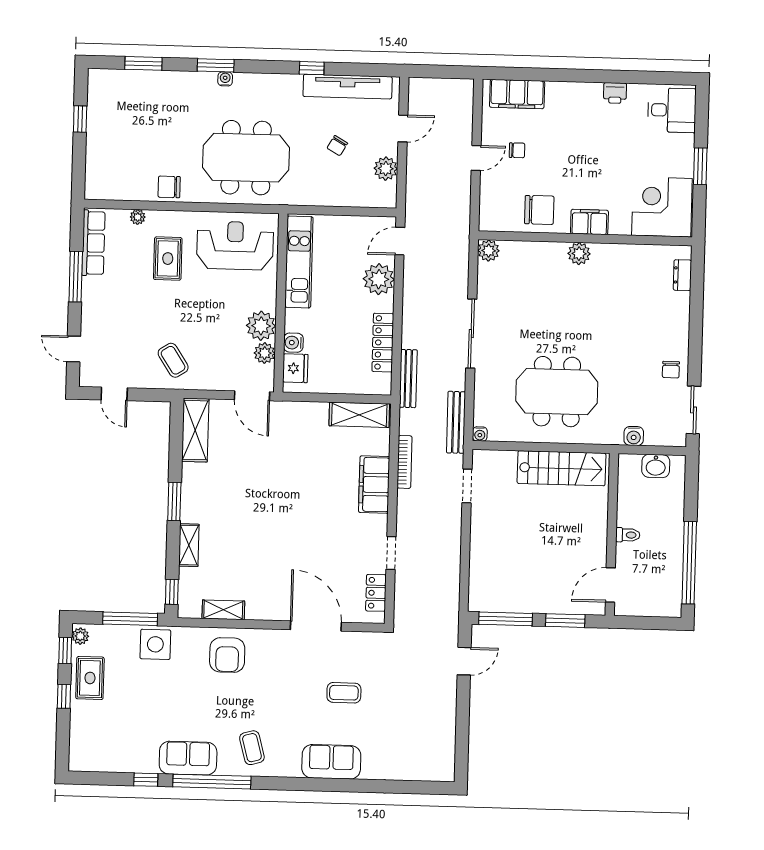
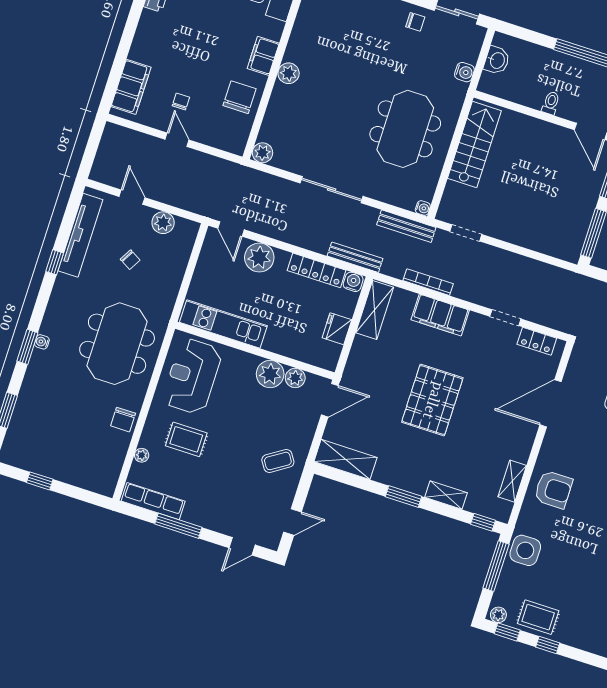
water cooler: (293, 343) -> (353, 282), moved, turned 180
fridge: (295, 368) -> (337, 329), moved, turned -90
pallet: (283, 502) -> (432, 400), added

